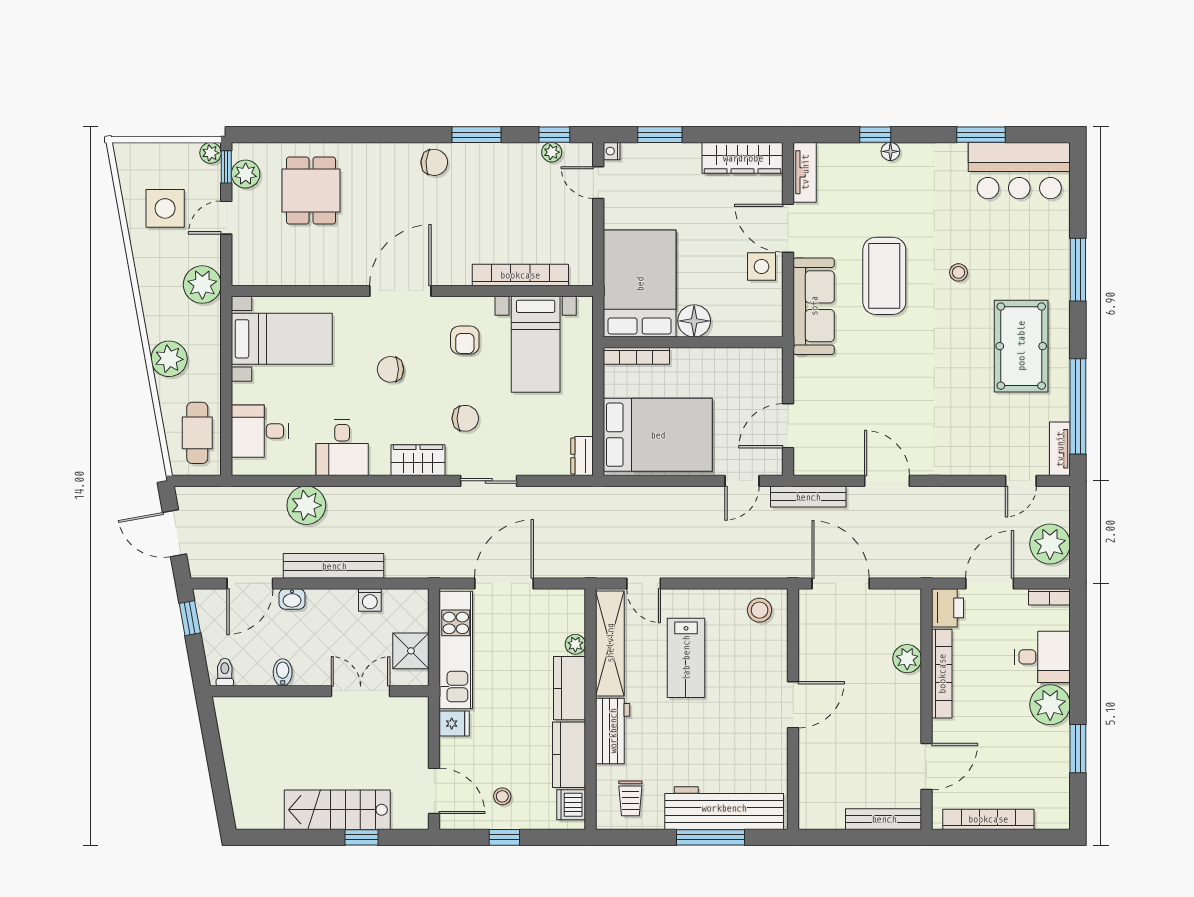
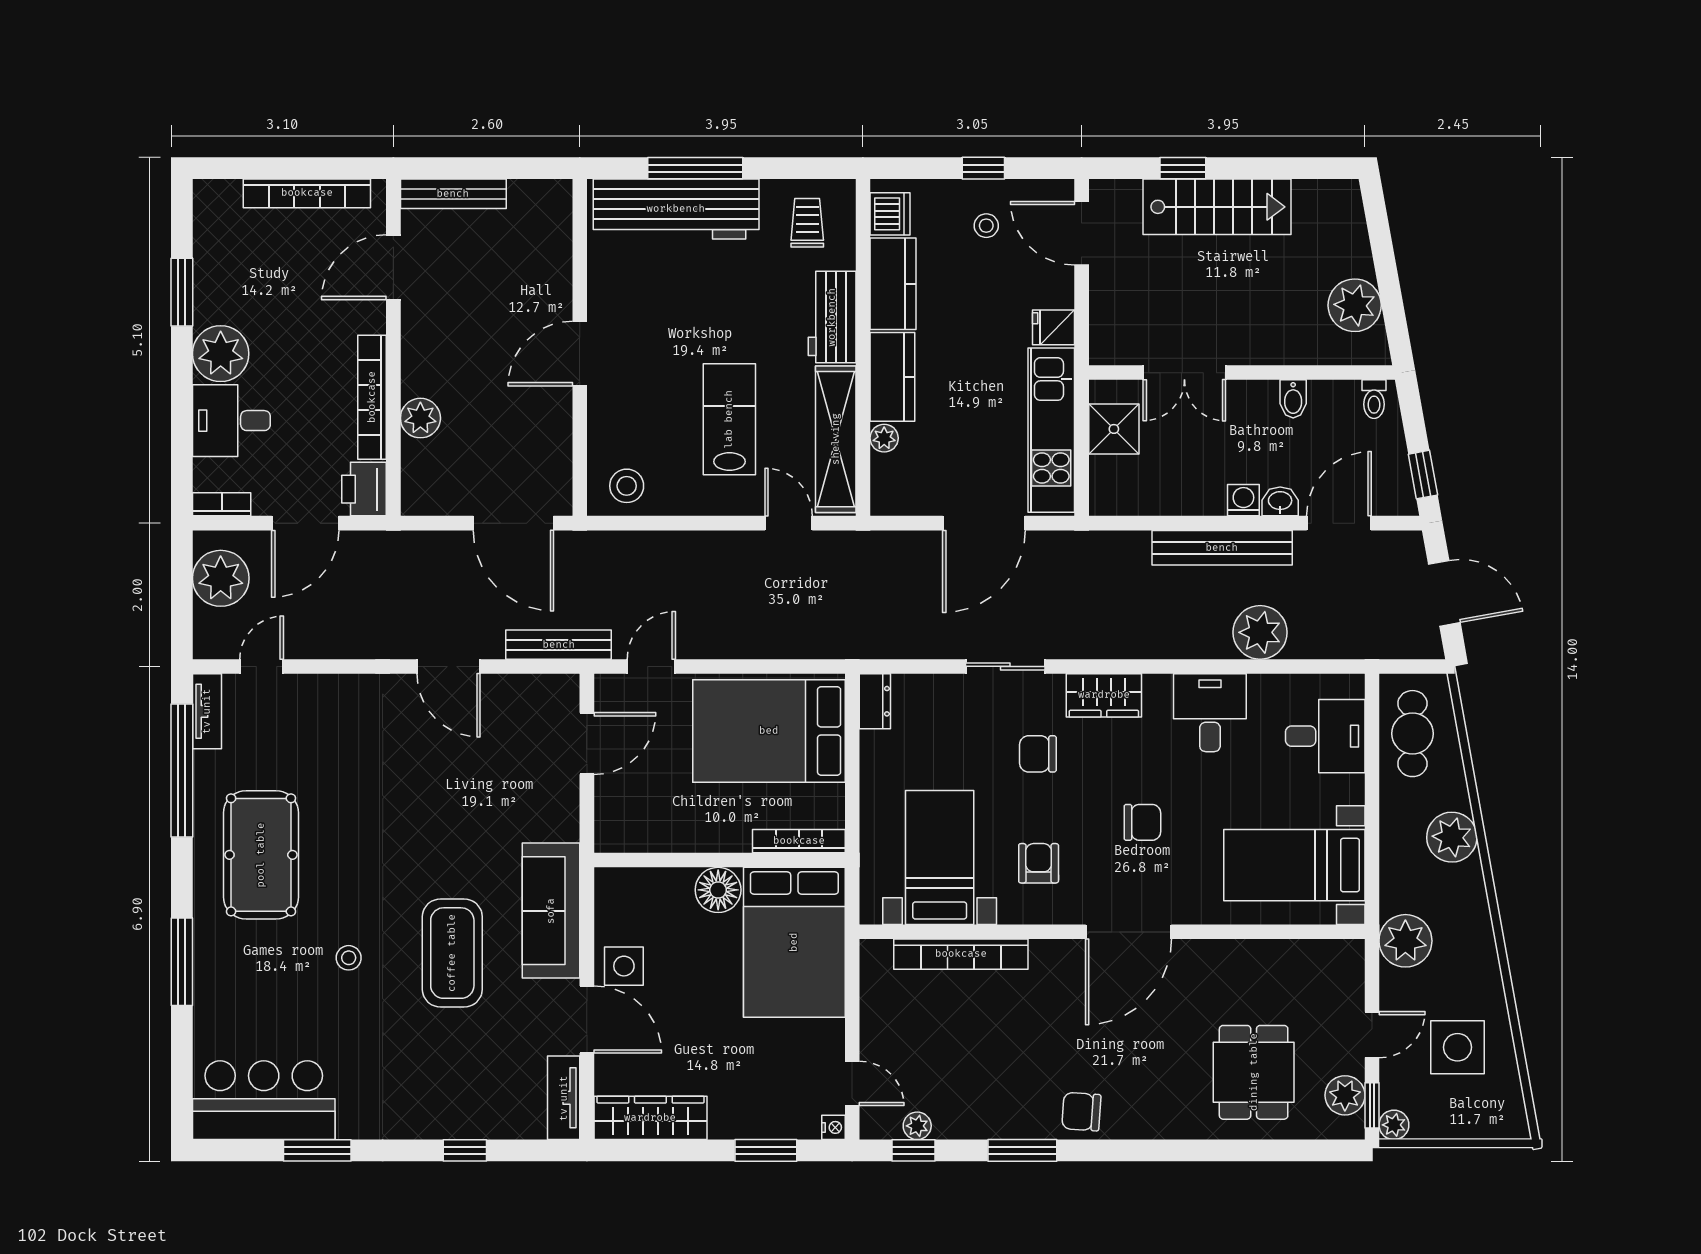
floor lamp: (890, 151) -> (444, 1127), removed
washing machine: (370, 600) -> (1243, 500), moved
plant: (239, 739) -> (1355, 305), added

